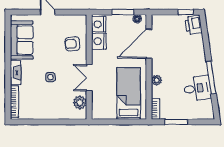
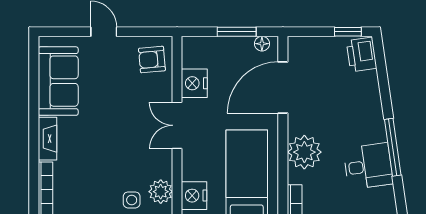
nightstand: (99, 24) -> (194, 196), moved
armchair: (72, 44) -> (152, 59), moved
side table: (50, 77) -> (132, 200), moved
double door: (89, 78) -> (177, 125), moved
plant: (157, 80) -> (304, 152), width x1.88, depth x1.88

